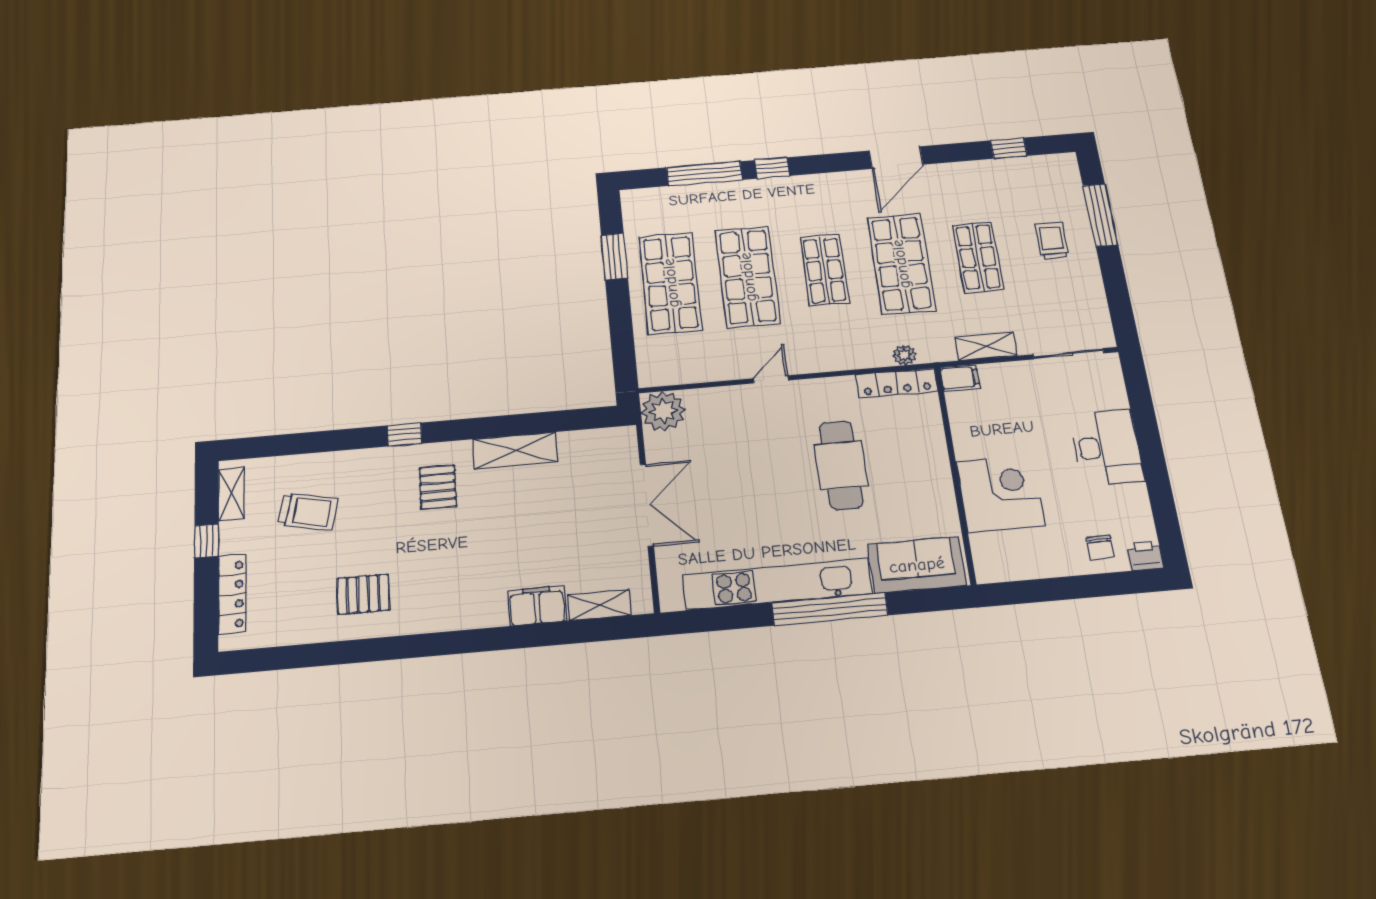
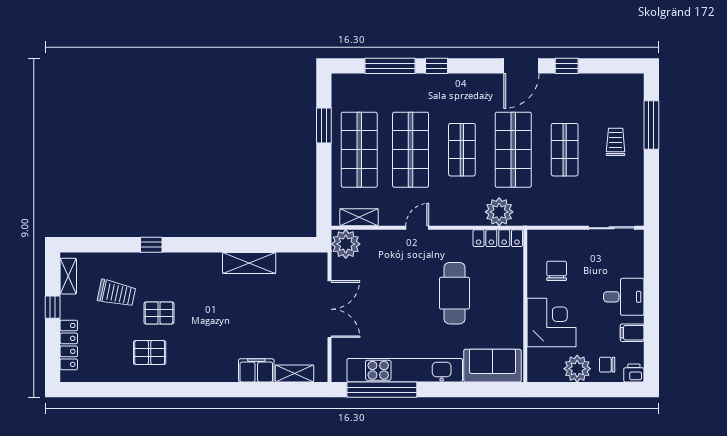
window: (1009, 148) -> (567, 66), moved
shelving: (986, 347) -> (359, 217), moved
plant: (905, 355) -> (499, 212), width x1.88, depth x1.88
filing cabinet: (960, 378) -> (632, 333), moved, turned 180
chair: (995, 420) -> (557, 271), added
window: (405, 434) -> (151, 245), moved
desk: (1107, 447) -> (624, 297), width x0.73
pallet: (438, 487) -> (159, 313), moved, turned 90
chair: (1100, 547) -> (607, 365), turned 90
plant: (1053, 557) -> (577, 369), added
window: (830, 609) -> (382, 390), moved

